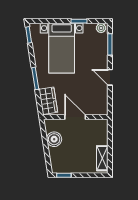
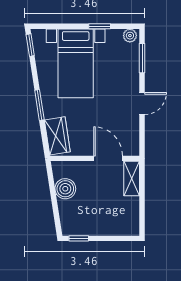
door: (110, 77) -> (142, 104), swing flipped
door: (75, 117) -> (108, 158), moved
shelving: (102, 158) -> (132, 179), moved

